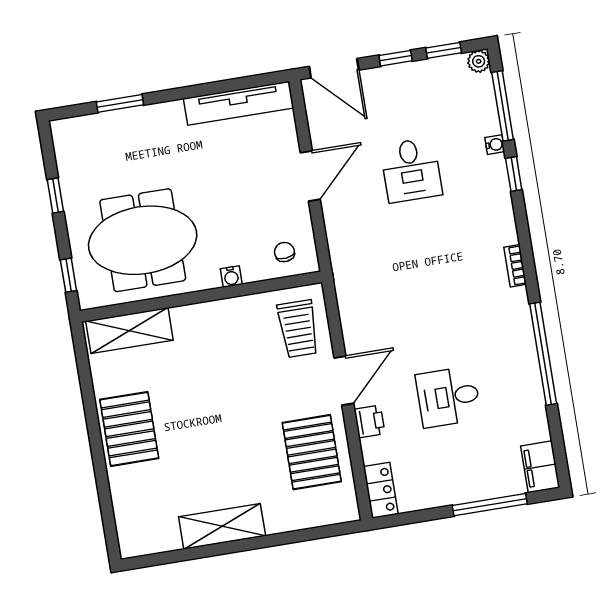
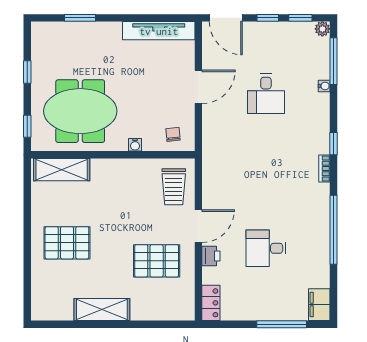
window: (514, 174) -> (333, 144), moved
pallet: (129, 429) -> (67, 243), moved, turned 90
pallet: (312, 452) -> (157, 261), moved, turned 90

